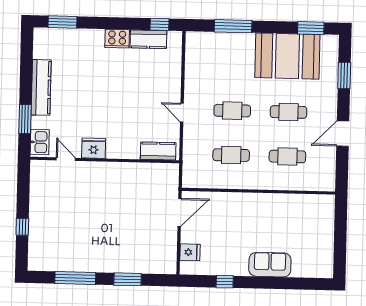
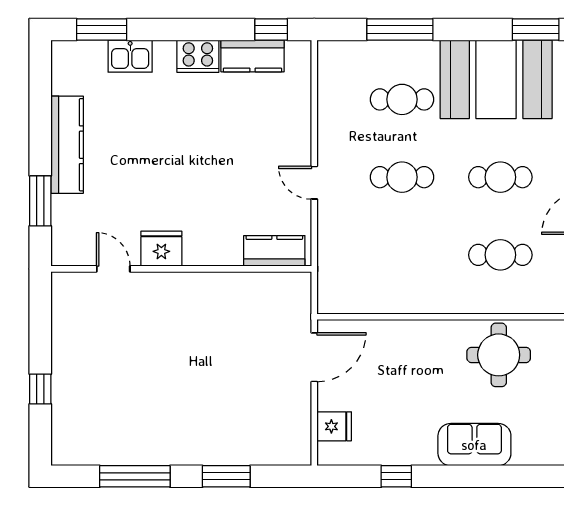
kitchen sink: (40, 142) -> (130, 56), moved, turned 90
cafe table: (231, 155) -> (402, 99), moved
round table: (285, 214) -> (499, 355), added

